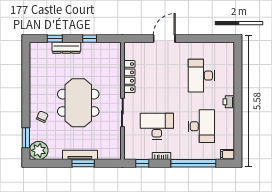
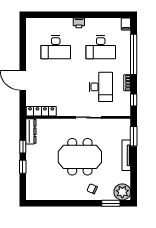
window: (55, 39) -> (23, 167), moved
dresser: (66, 48) -> (31, 131), moved
locker: (129, 77) -> (41, 111), moved
desk: (157, 126) -> (101, 87), turned 180
desk: (201, 126) -> (101, 47), turned 180
window: (83, 163) -> (134, 136), moved

